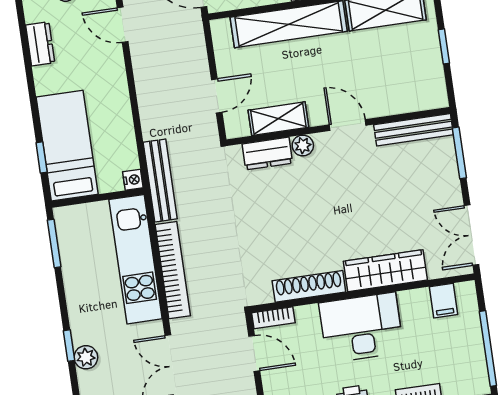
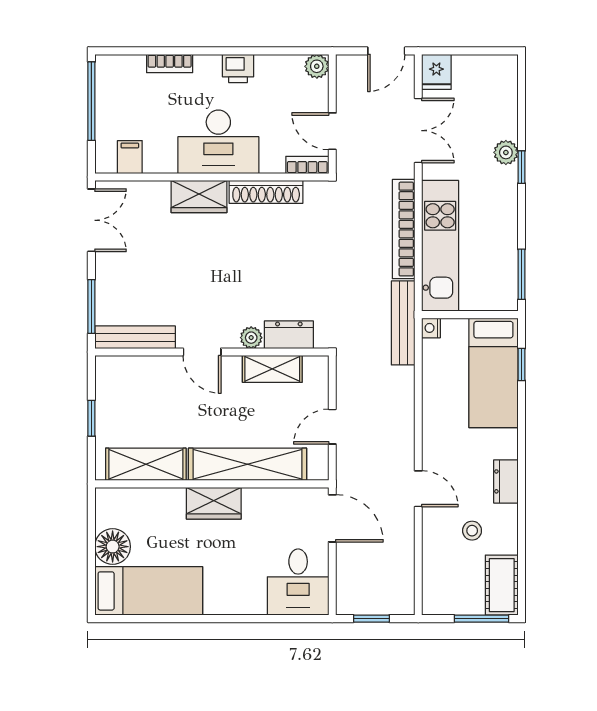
door: (217, 96) -> (332, 427), moved
wardrobe: (385, 271) -> (199, 197), width x0.67

